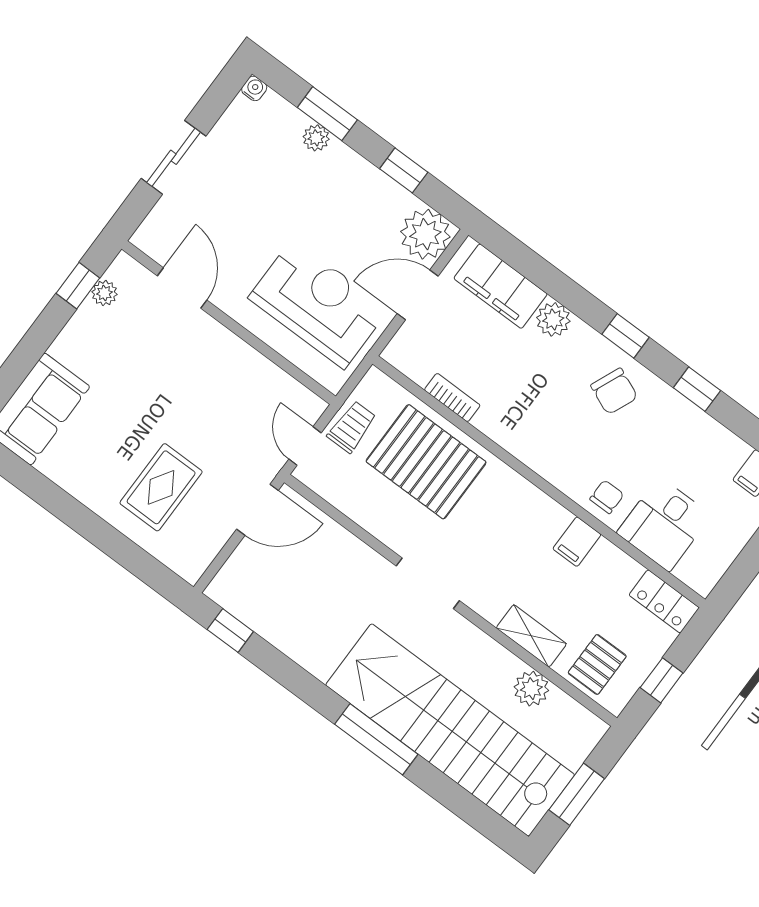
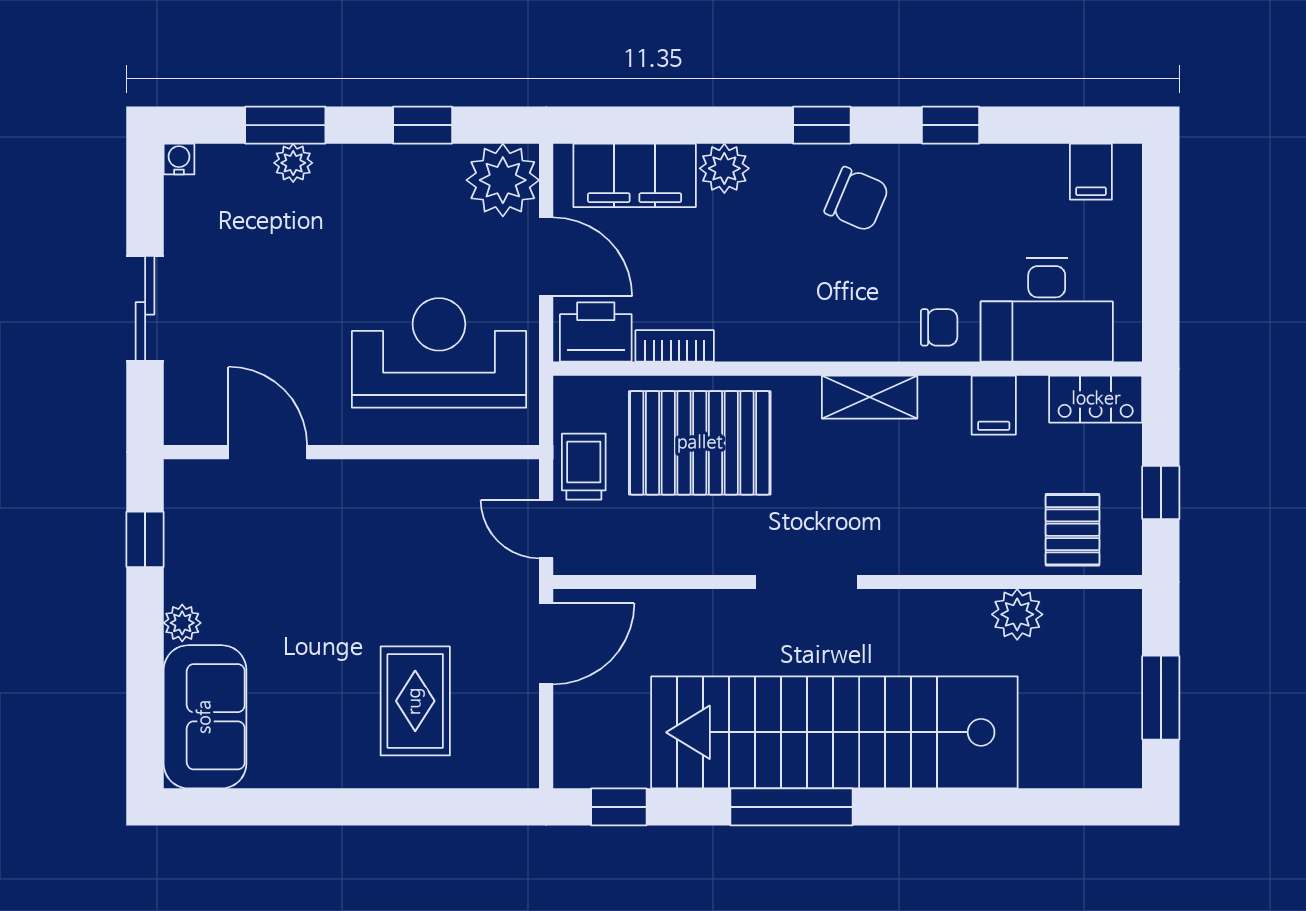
plant: (104, 293) -> (182, 623), moved
door: (418, 295) -> (546, 257), swing flipped
printer: (414, 357) -> (596, 332), added
chair: (607, 497) -> (939, 327), turned 90
desk: (664, 524) -> (1047, 310), width x1.37
filing cabinet: (577, 542) -> (994, 405), moved
shelving: (531, 636) -> (870, 397), moved
stairs: (450, 730) -> (834, 732), moved
window: (376, 739) -> (792, 807), moved

